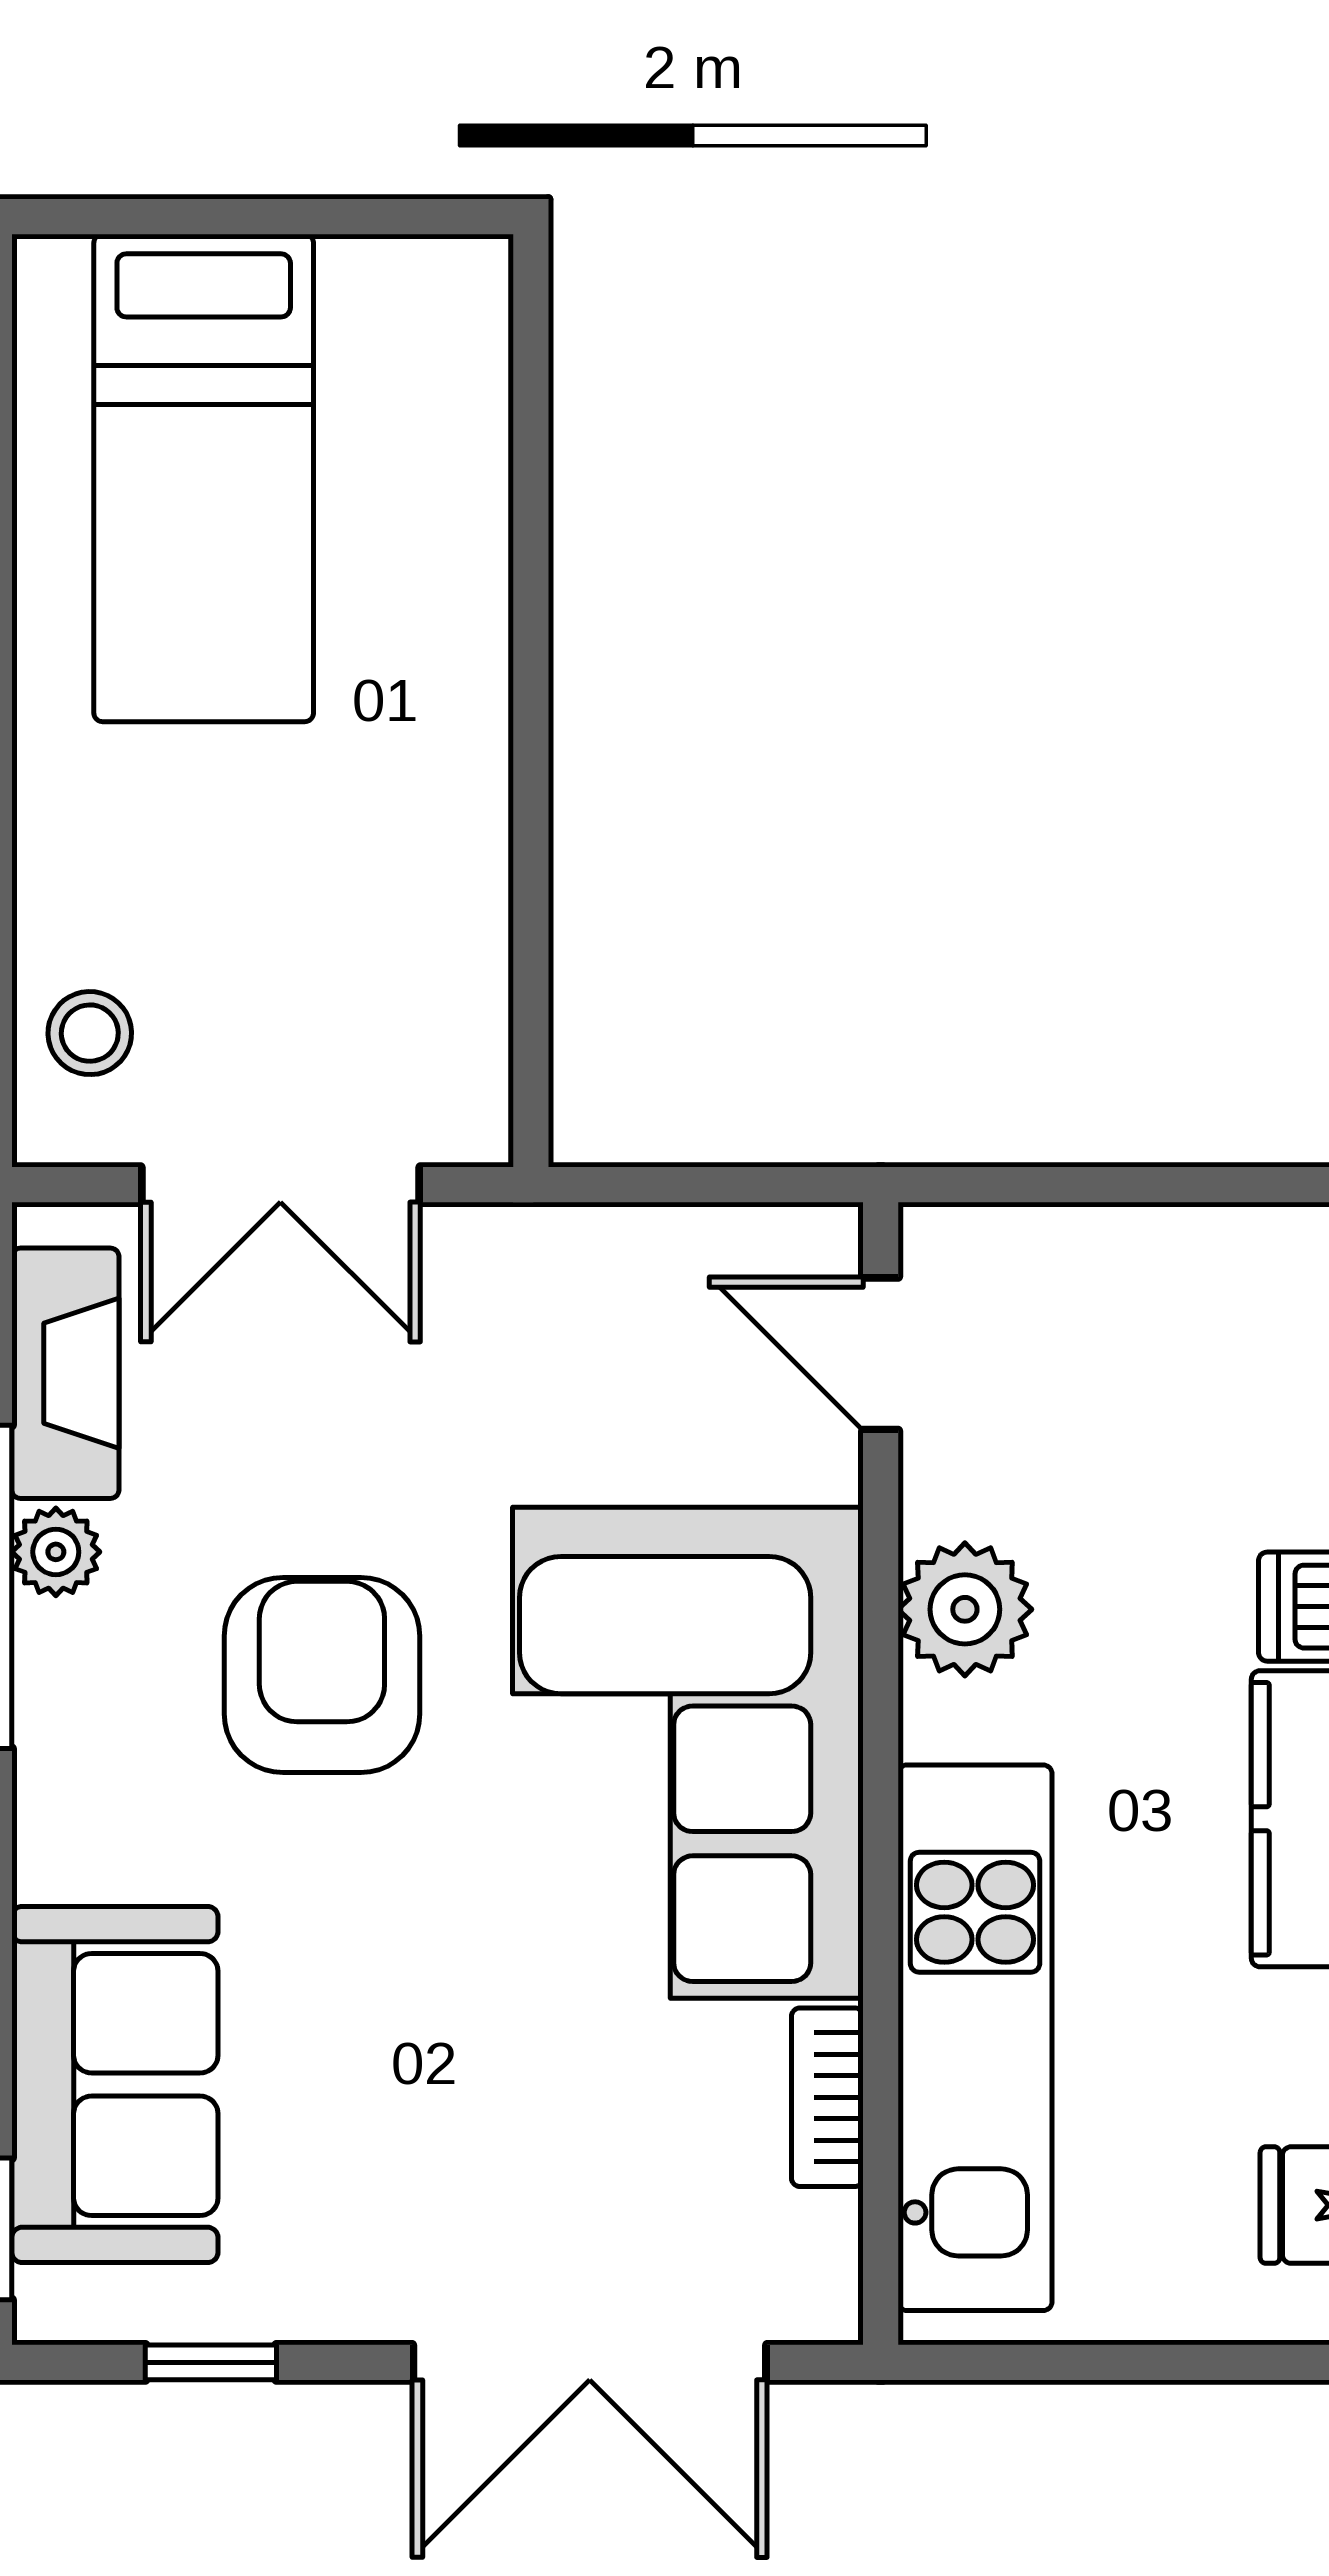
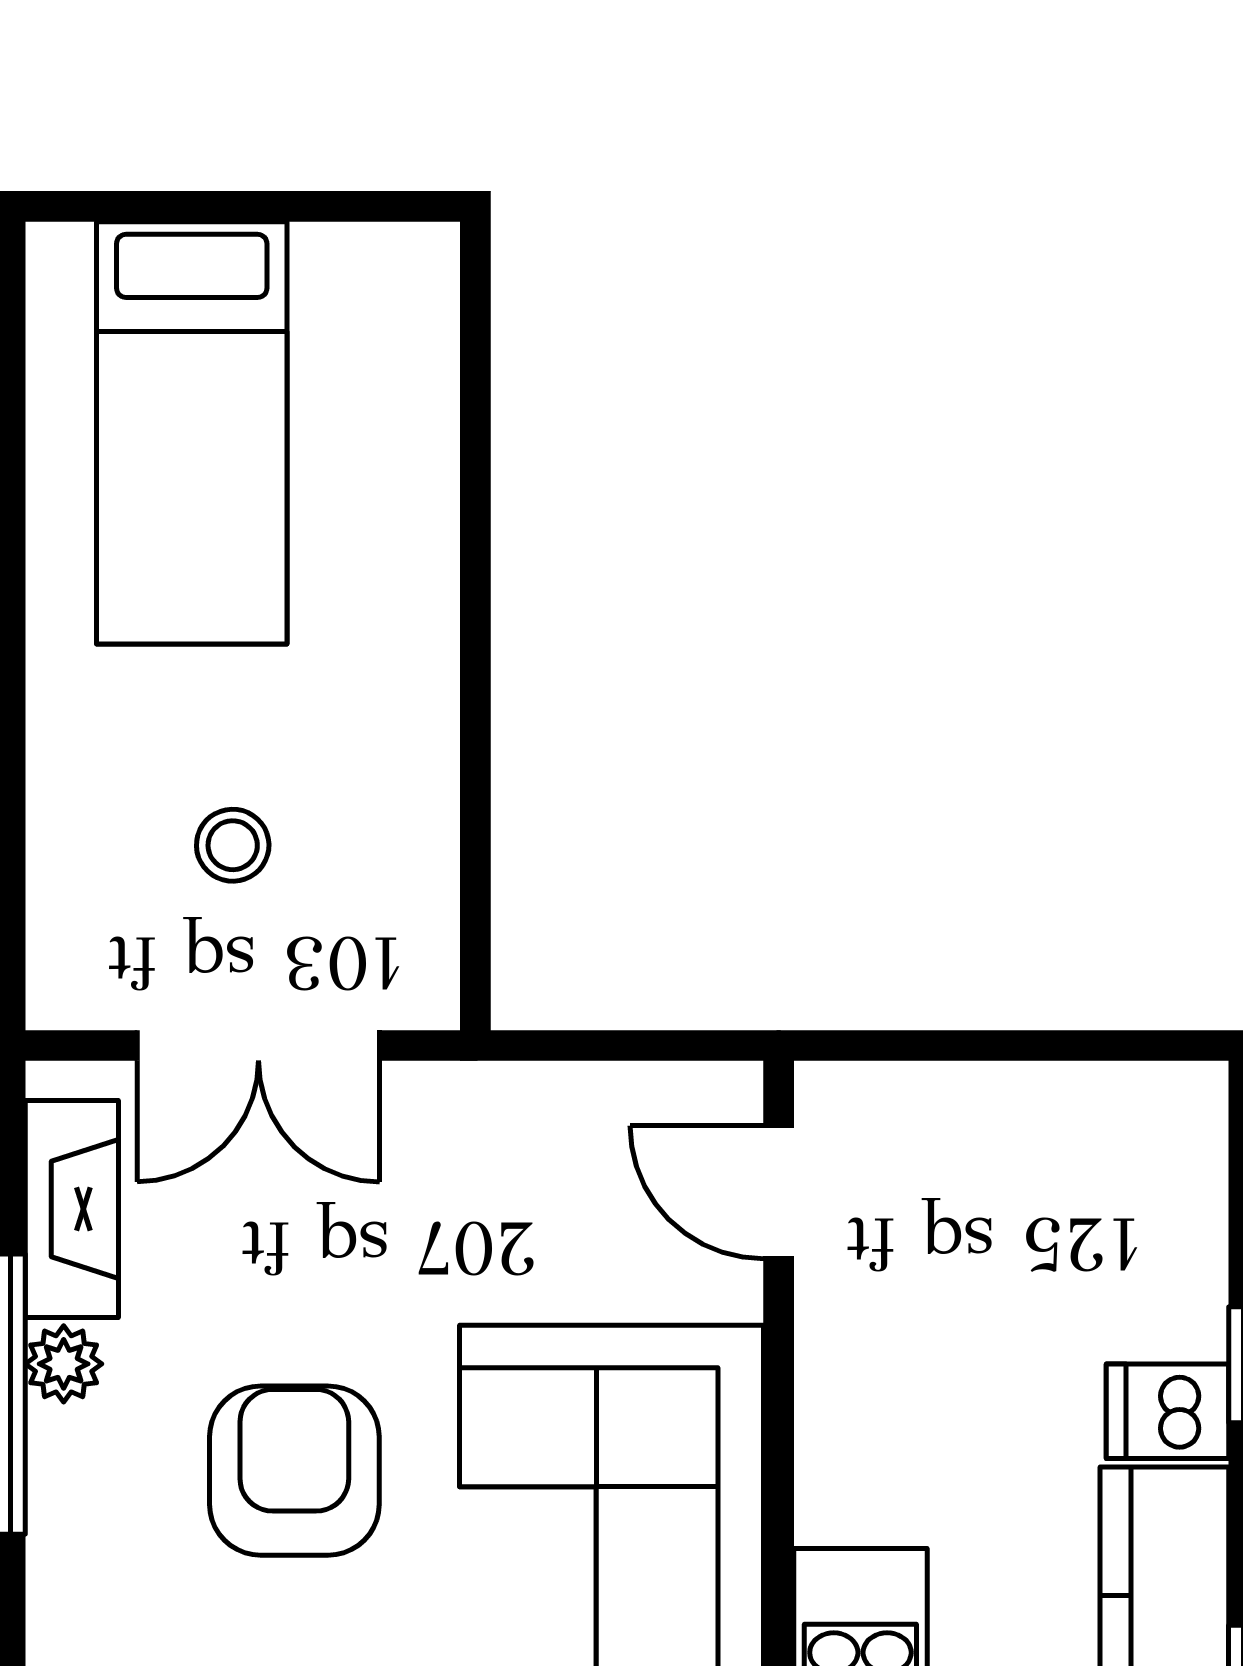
stool: (90, 1033) -> (233, 845), moved
plant: (965, 1609) -> (852, 1414), removed

